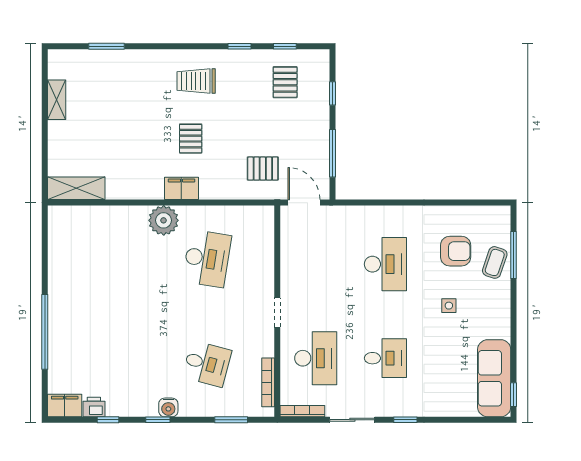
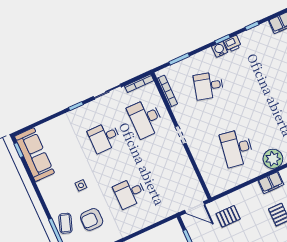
desk: (385, 264) -> (130, 193), width x0.73
printer: (94, 407) -> (233, 44), moved

